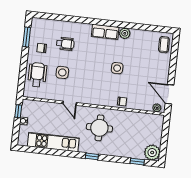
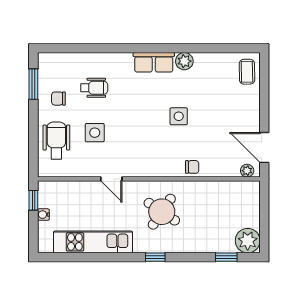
round table: (99, 128) -> (162, 212), turned 34

